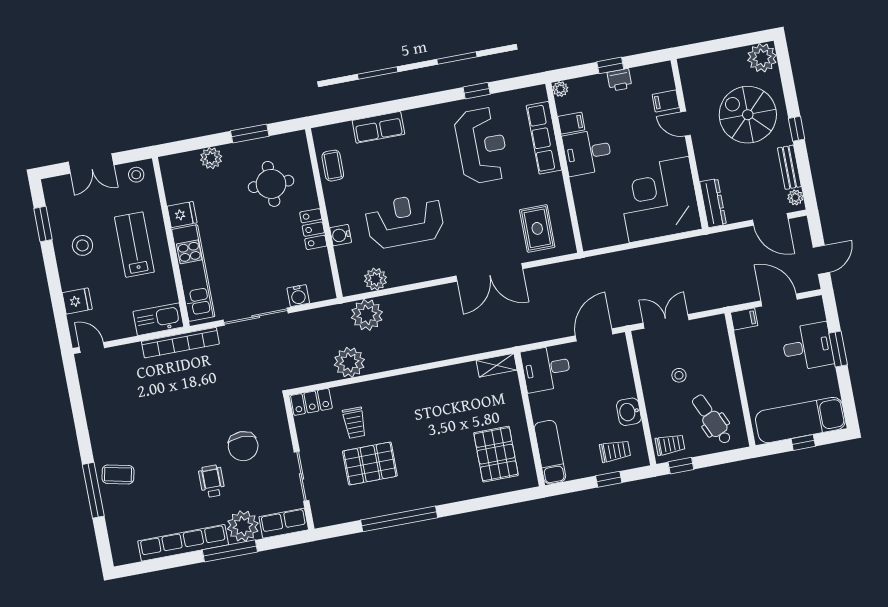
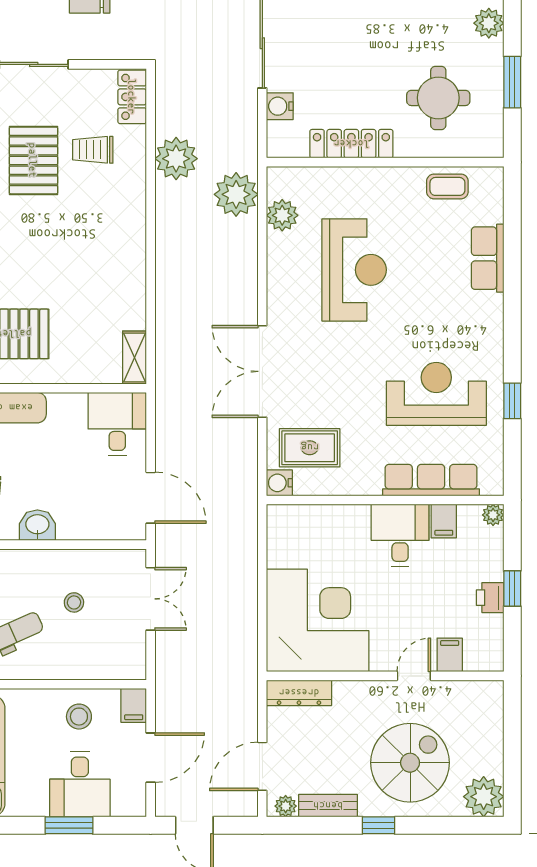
reception desk: (482, 146) -> (436, 394), turned 180
locker: (313, 229) -> (351, 144), width x1.53
water cooler: (341, 235) -> (279, 483), moved, turned -90
stool: (759, 356) -> (79, 717), added

